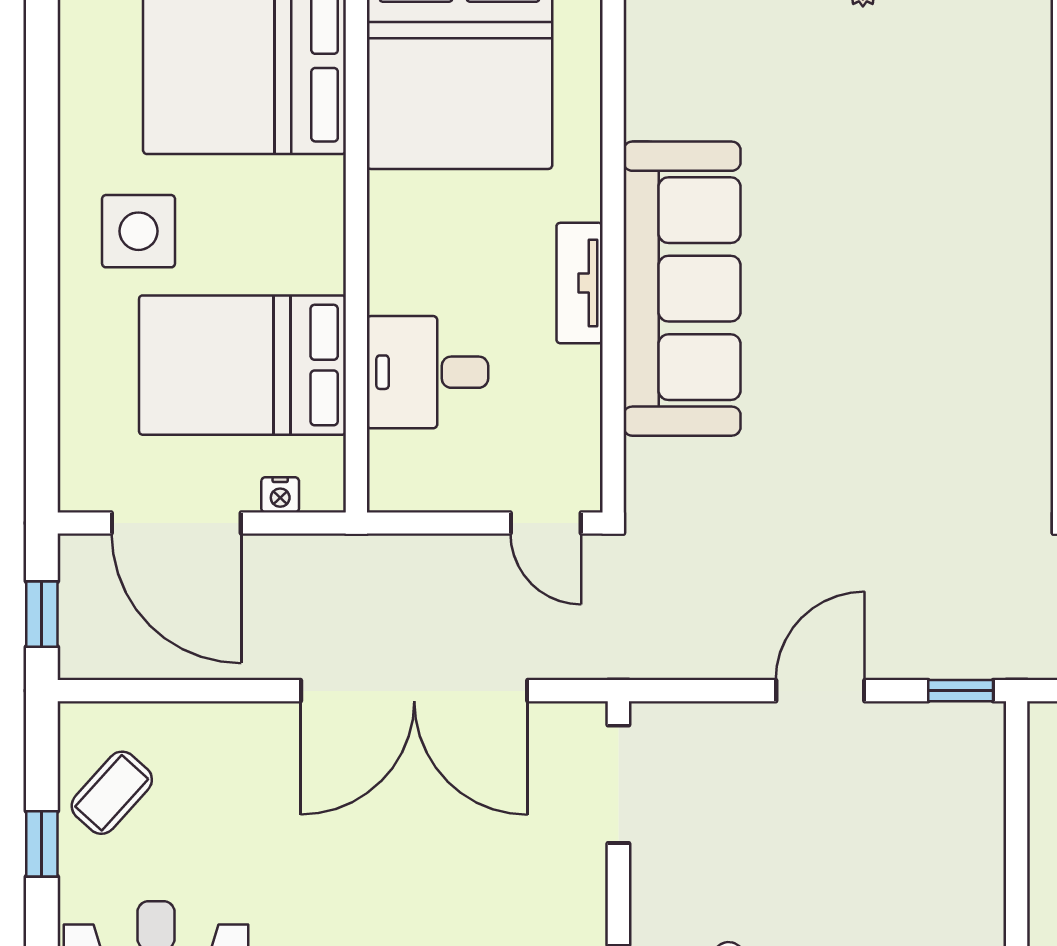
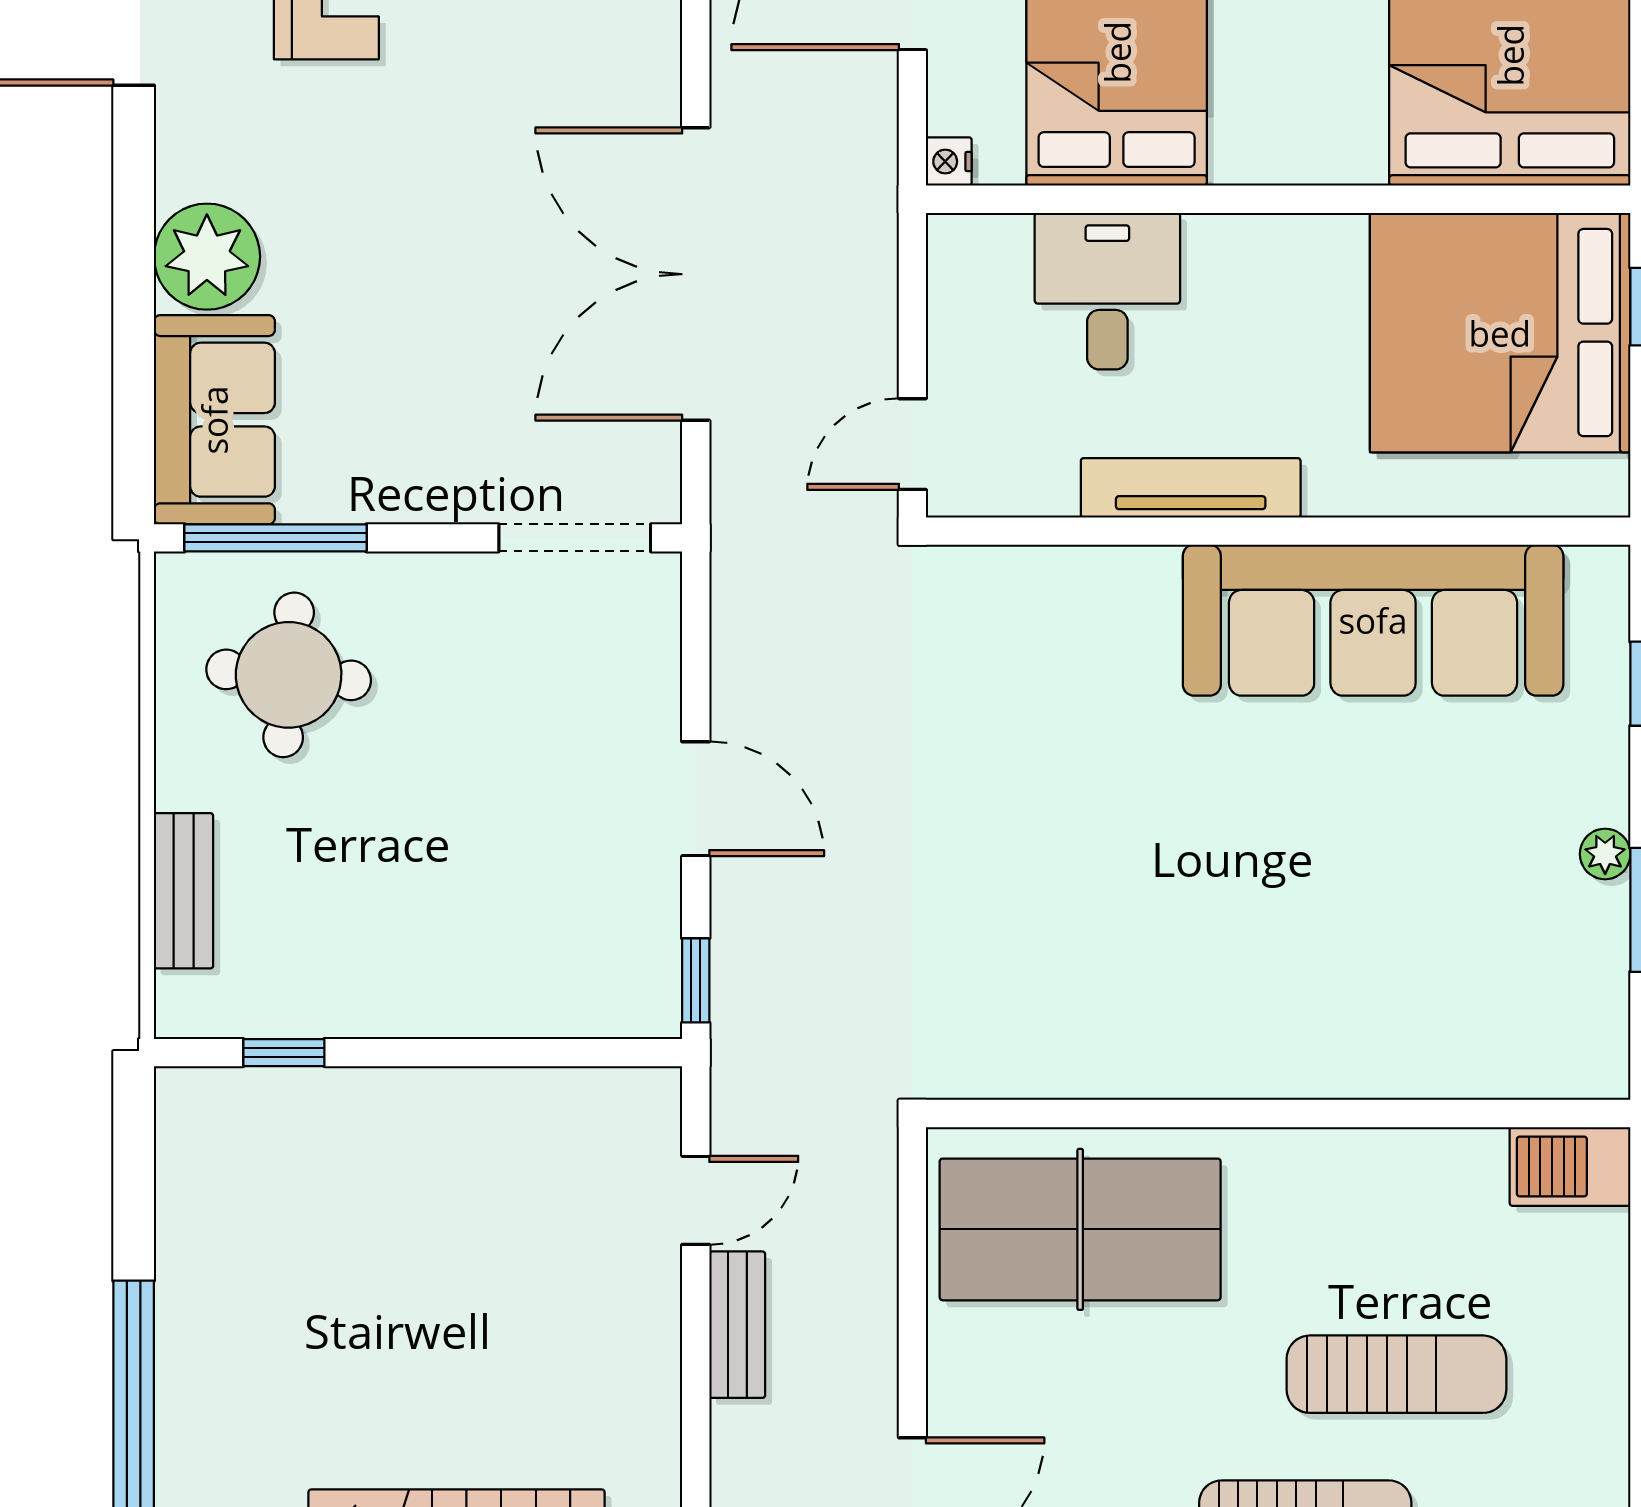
tv unit: (580, 283) -> (1191, 488), width x1.41
sofa: (682, 289) -> (1373, 620), moved
nightstand: (280, 495) -> (949, 161), moved

